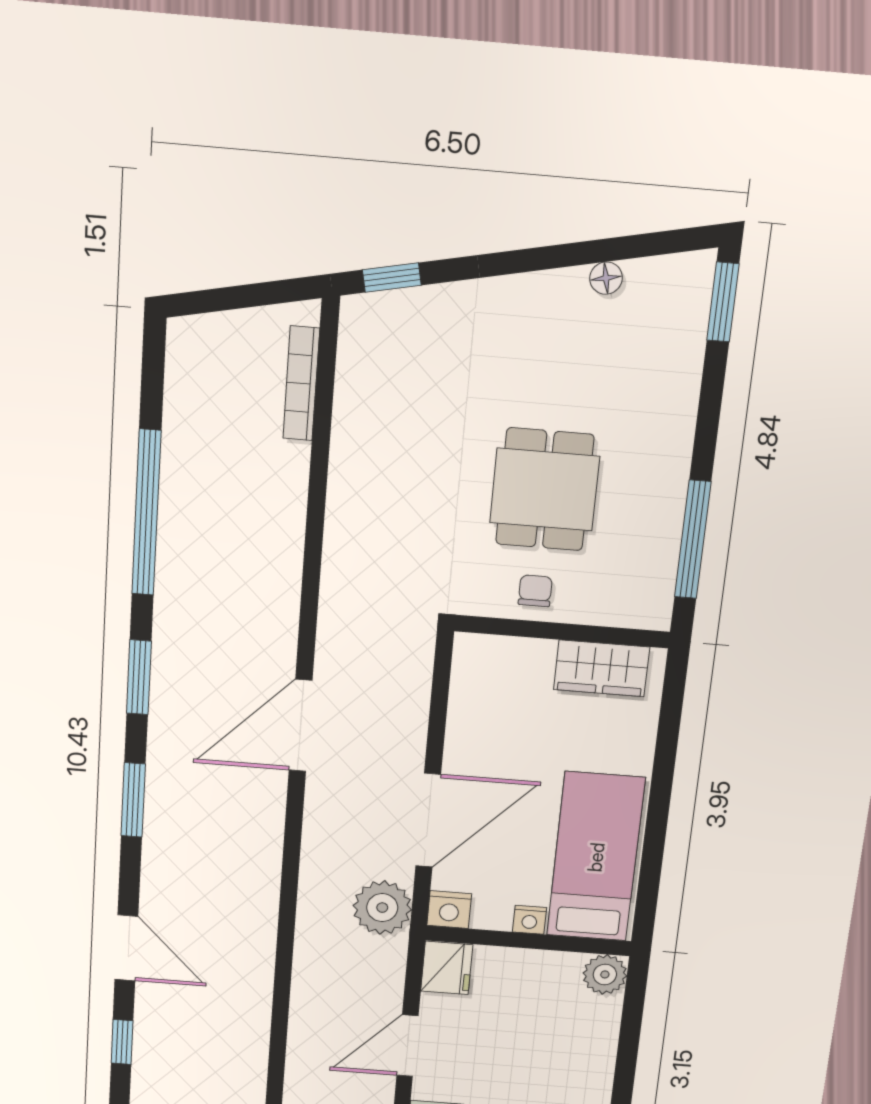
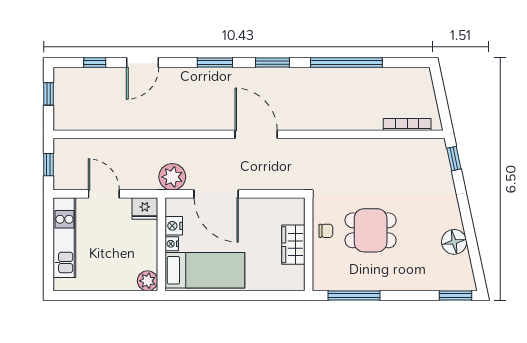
floor lamp: (606, 278) -> (454, 242), width x1.89, depth x1.89
wardrobe: (602, 668) -> (293, 245), moved
nightstand: (449, 910) -> (174, 226), moved

